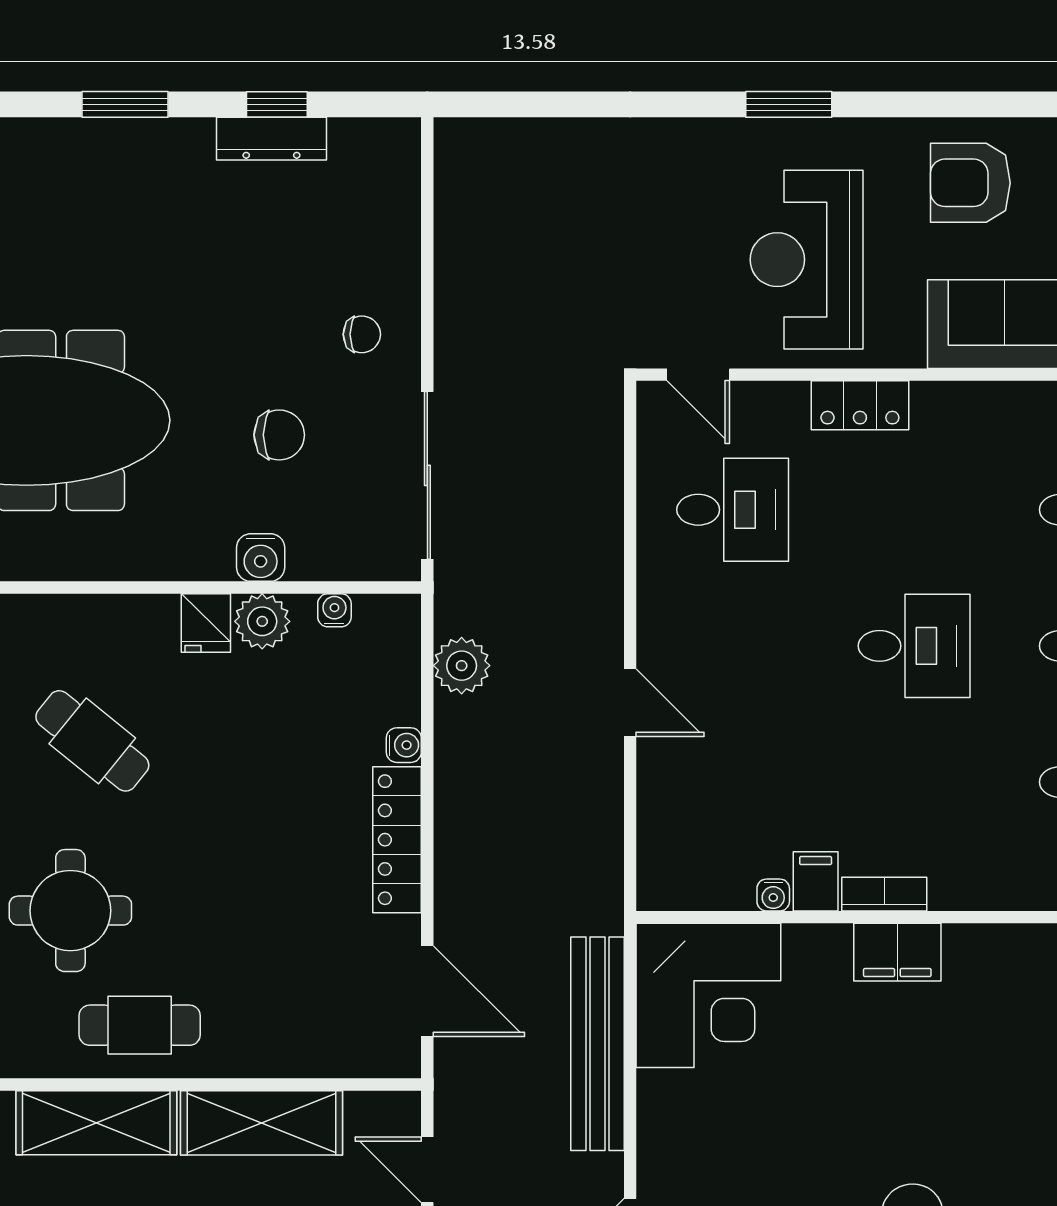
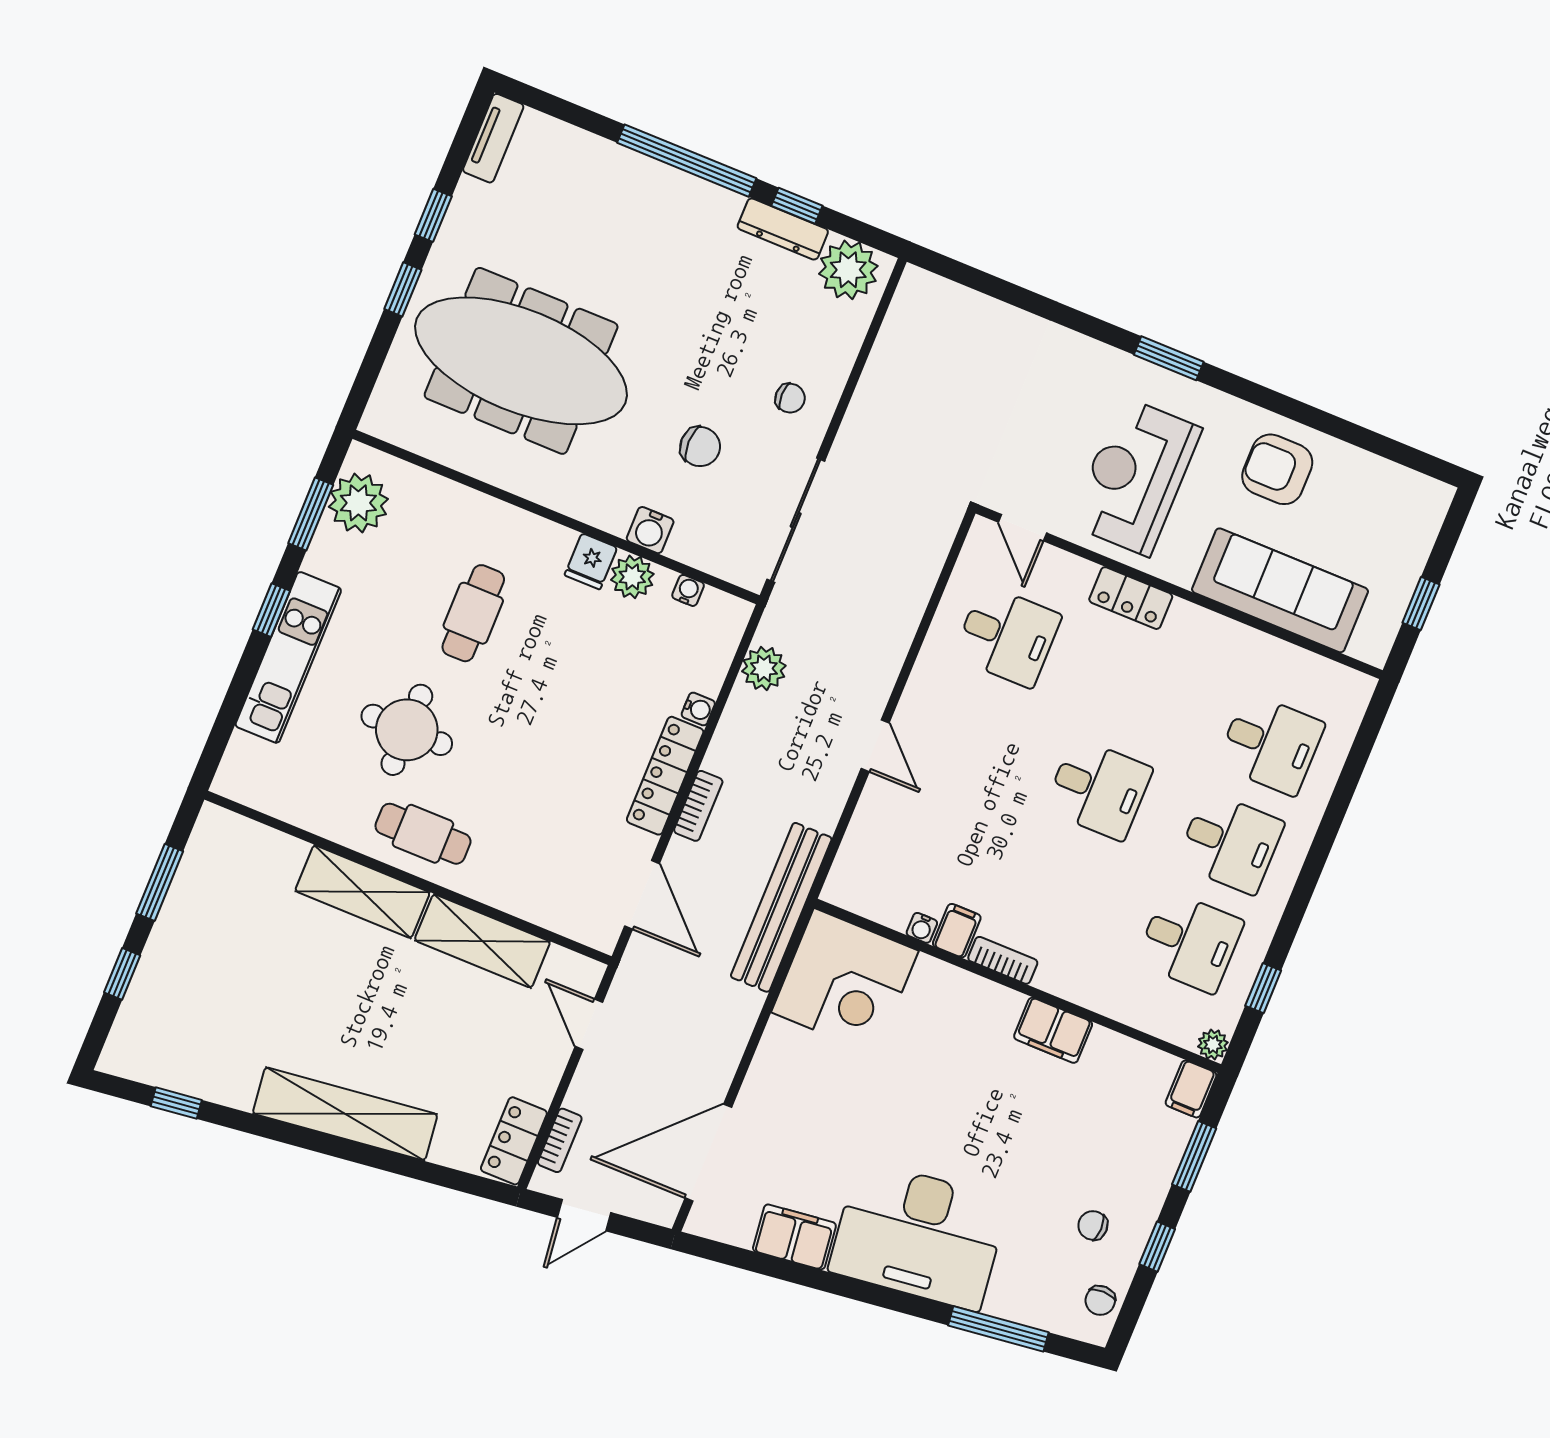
window: (125, 104) -> (687, 161), width x2.11
plant: (368, 155) -> (848, 270), added
cafe table: (92, 741) -> (473, 613), turned 51
bookcase: (451, 859) -> (698, 806), added
filing cabinet: (897, 952) -> (1053, 1030), moved
bench: (597, 1044) -> (781, 907), moved

